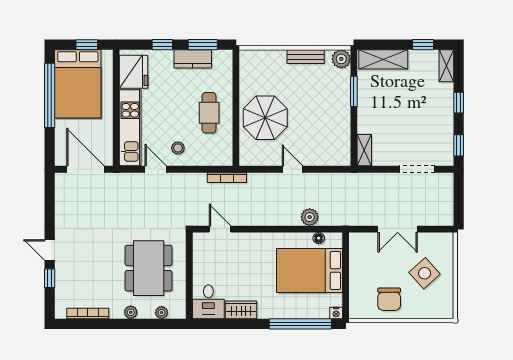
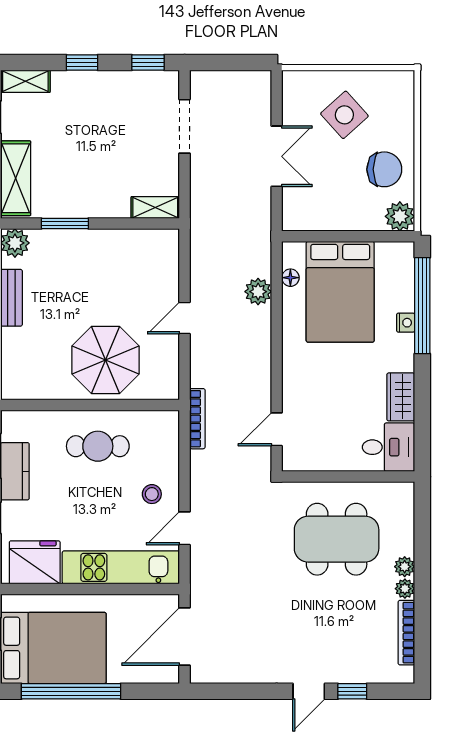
plant: (359, 309) -> (400, 216), added
plant: (162, 313) -> (405, 589), moved
nightstand: (336, 313) -> (406, 323), moved

